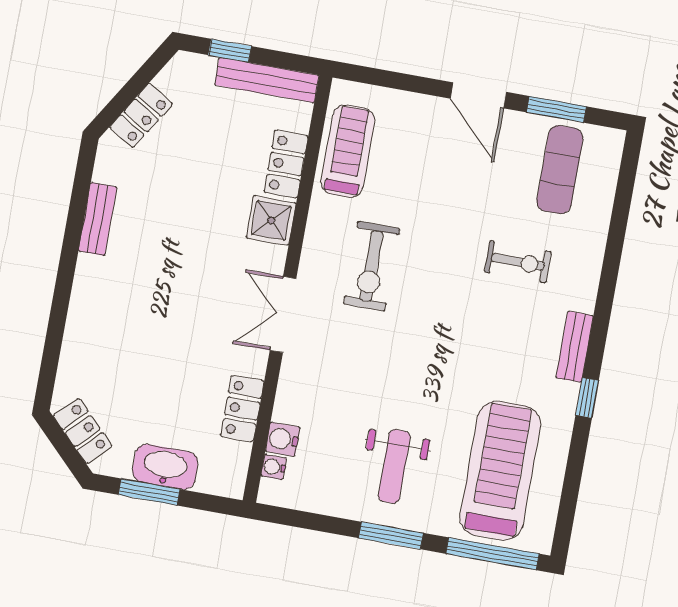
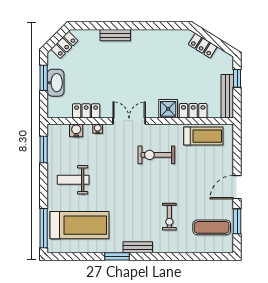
bench: (98, 219) -> (115, 35), moved
window: (587, 398) -> (117, 256), width x1.50
water cooler: (274, 467) -> (98, 129), moved
window: (391, 536) -> (44, 149), moved

